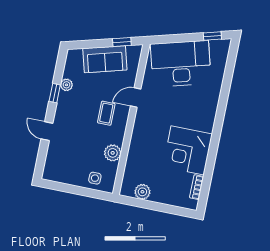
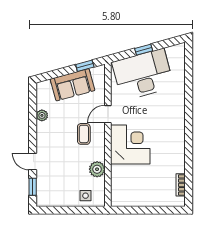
window: (212, 36) -> (144, 50), moved
window: (55, 93) -> (33, 187), moved
corner desk: (188, 150) -> (130, 144), moved, turned 180
plant: (142, 192) -> (132, 199), removed

